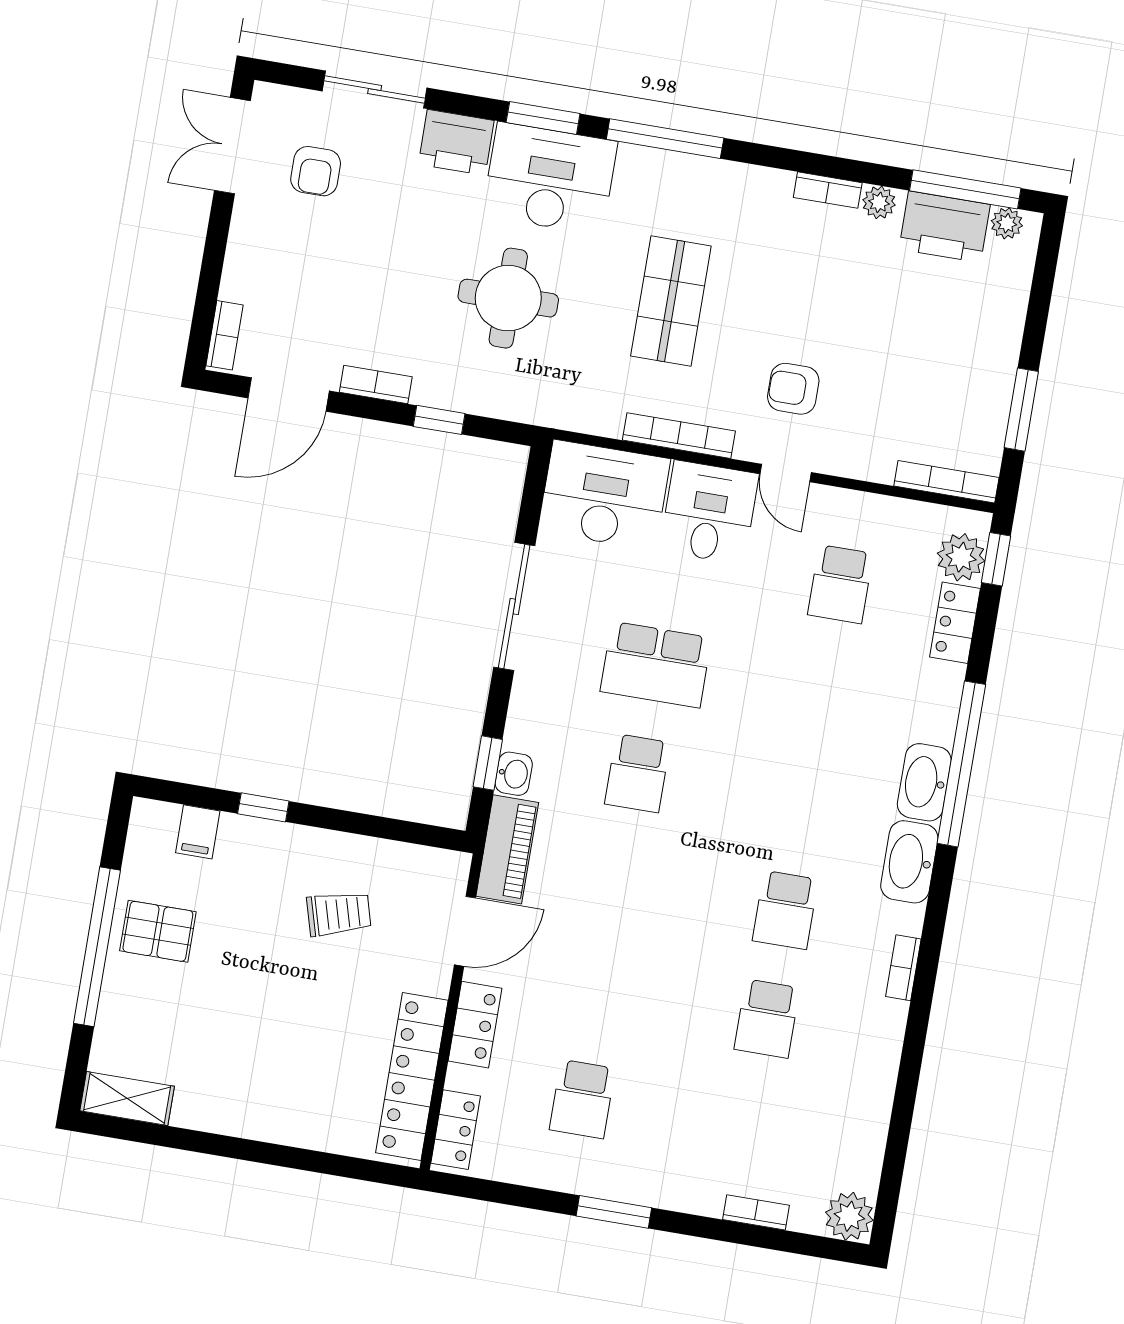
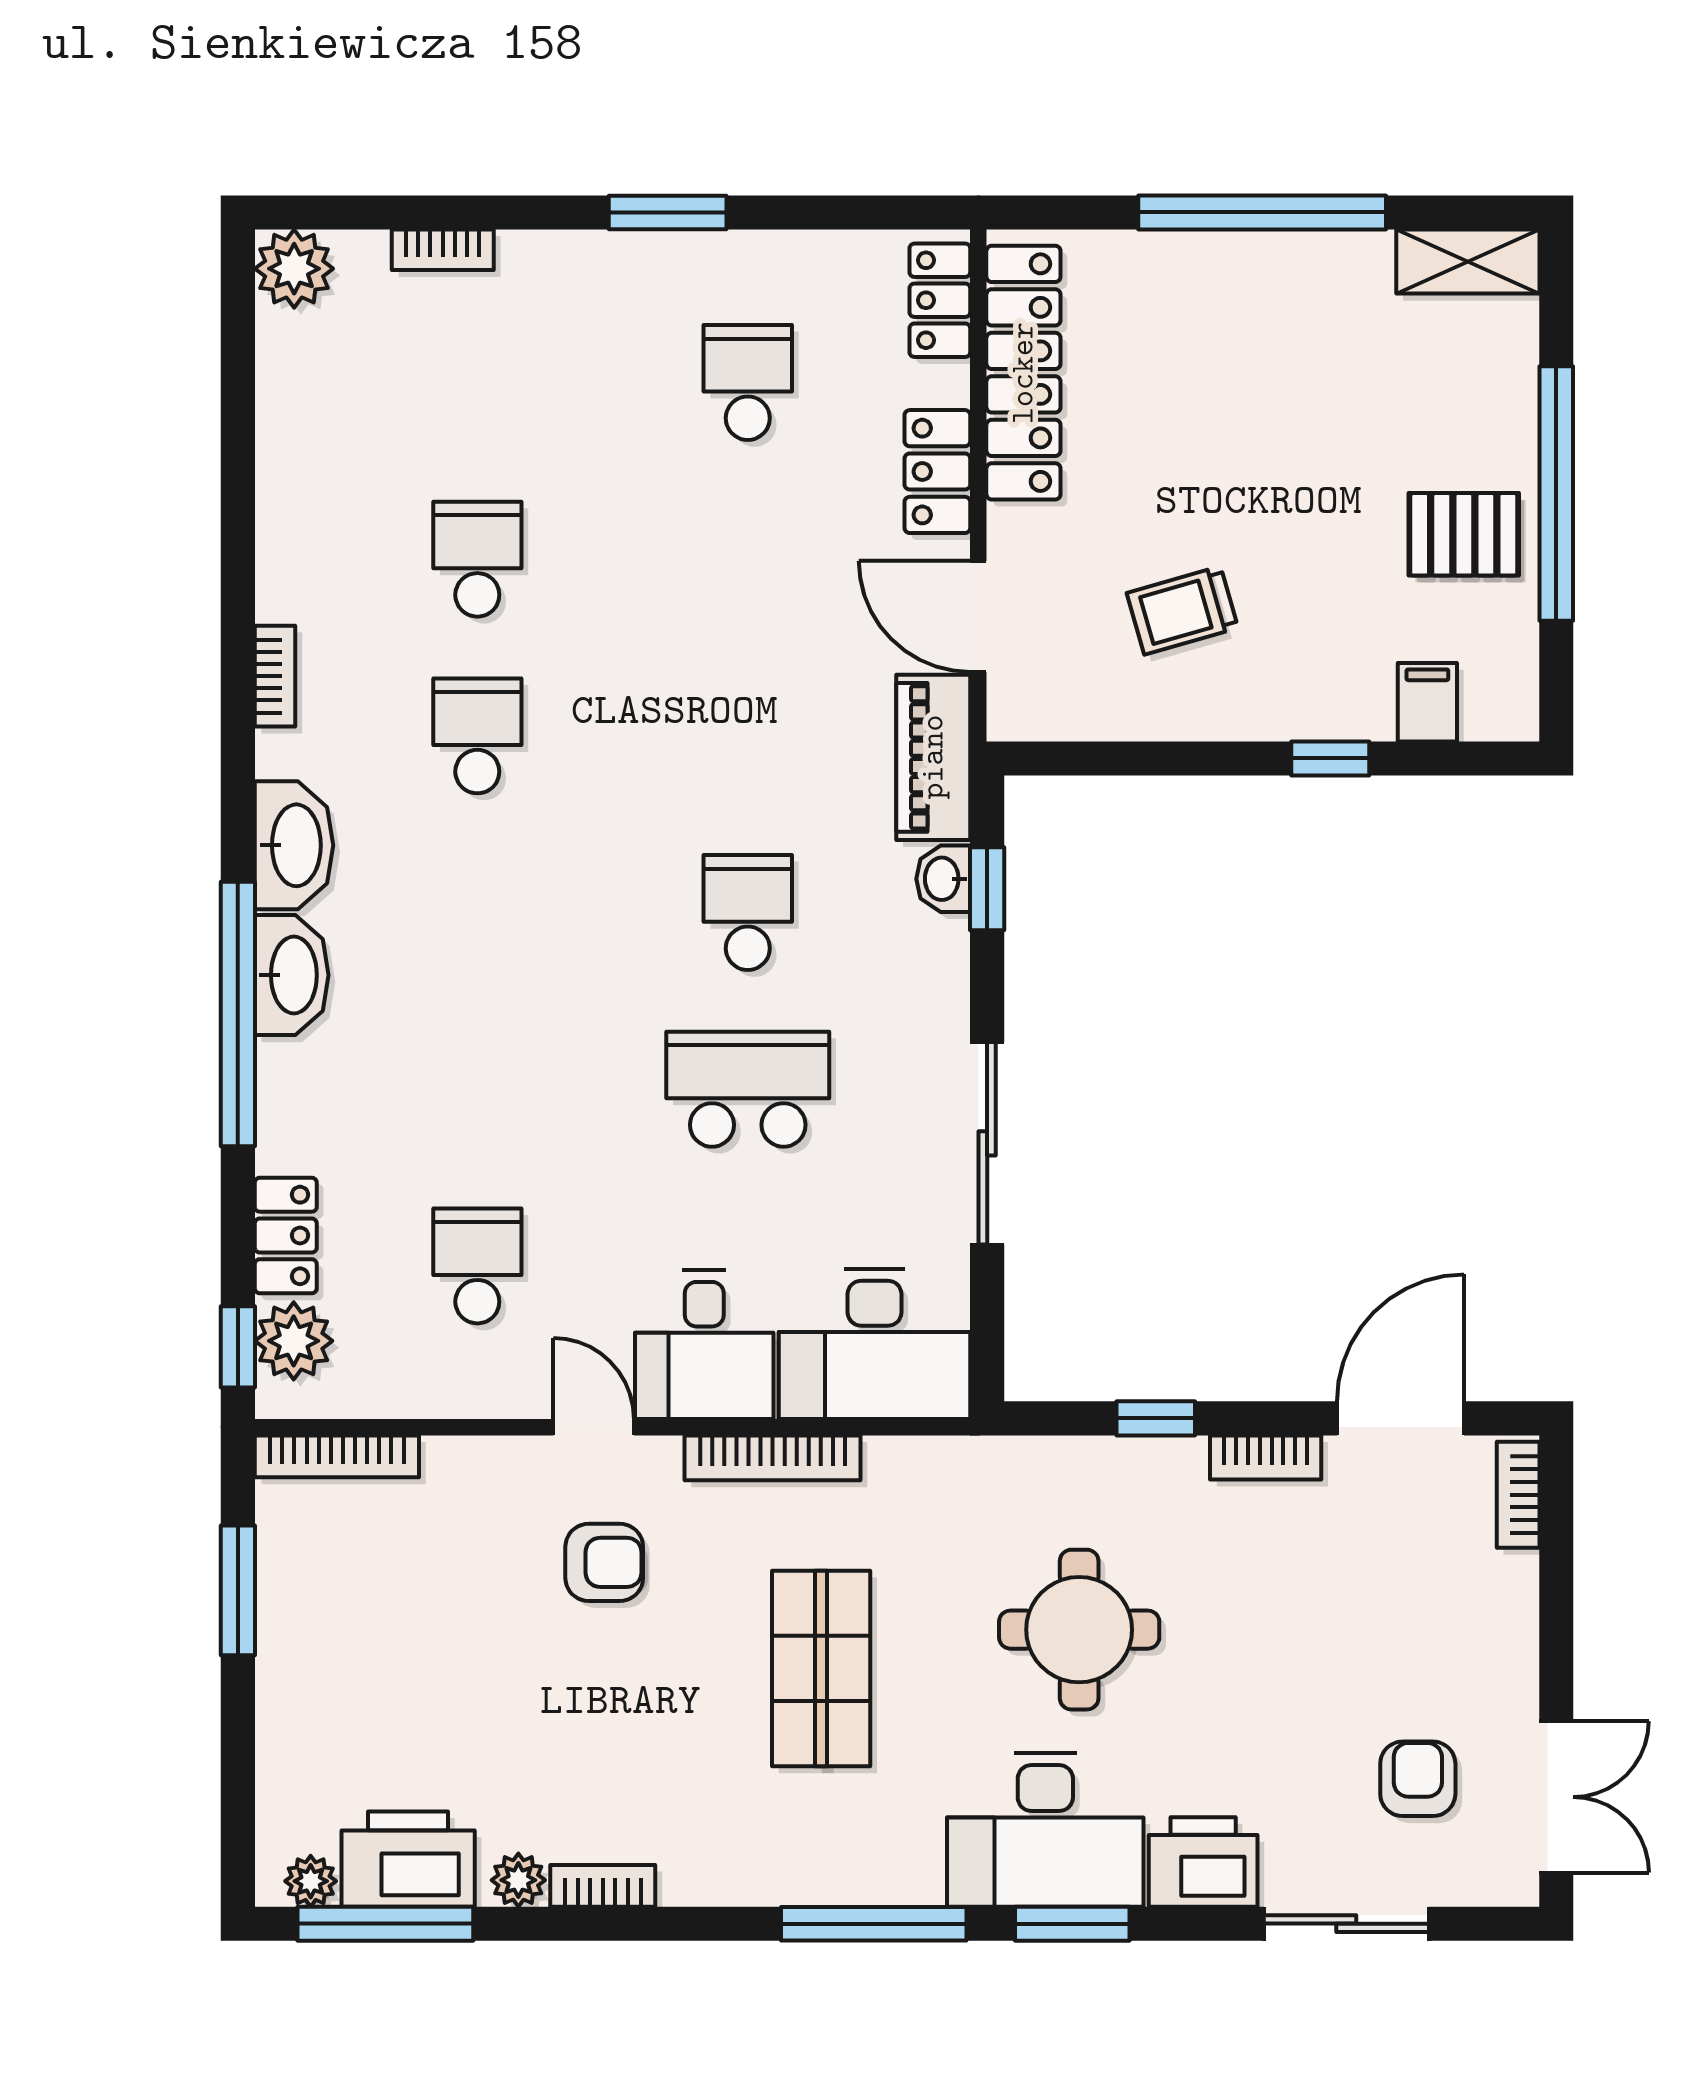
door: (465, 931) -> (978, 616), hinge flipped
window: (248, 1150) -> (1262, 212), added

